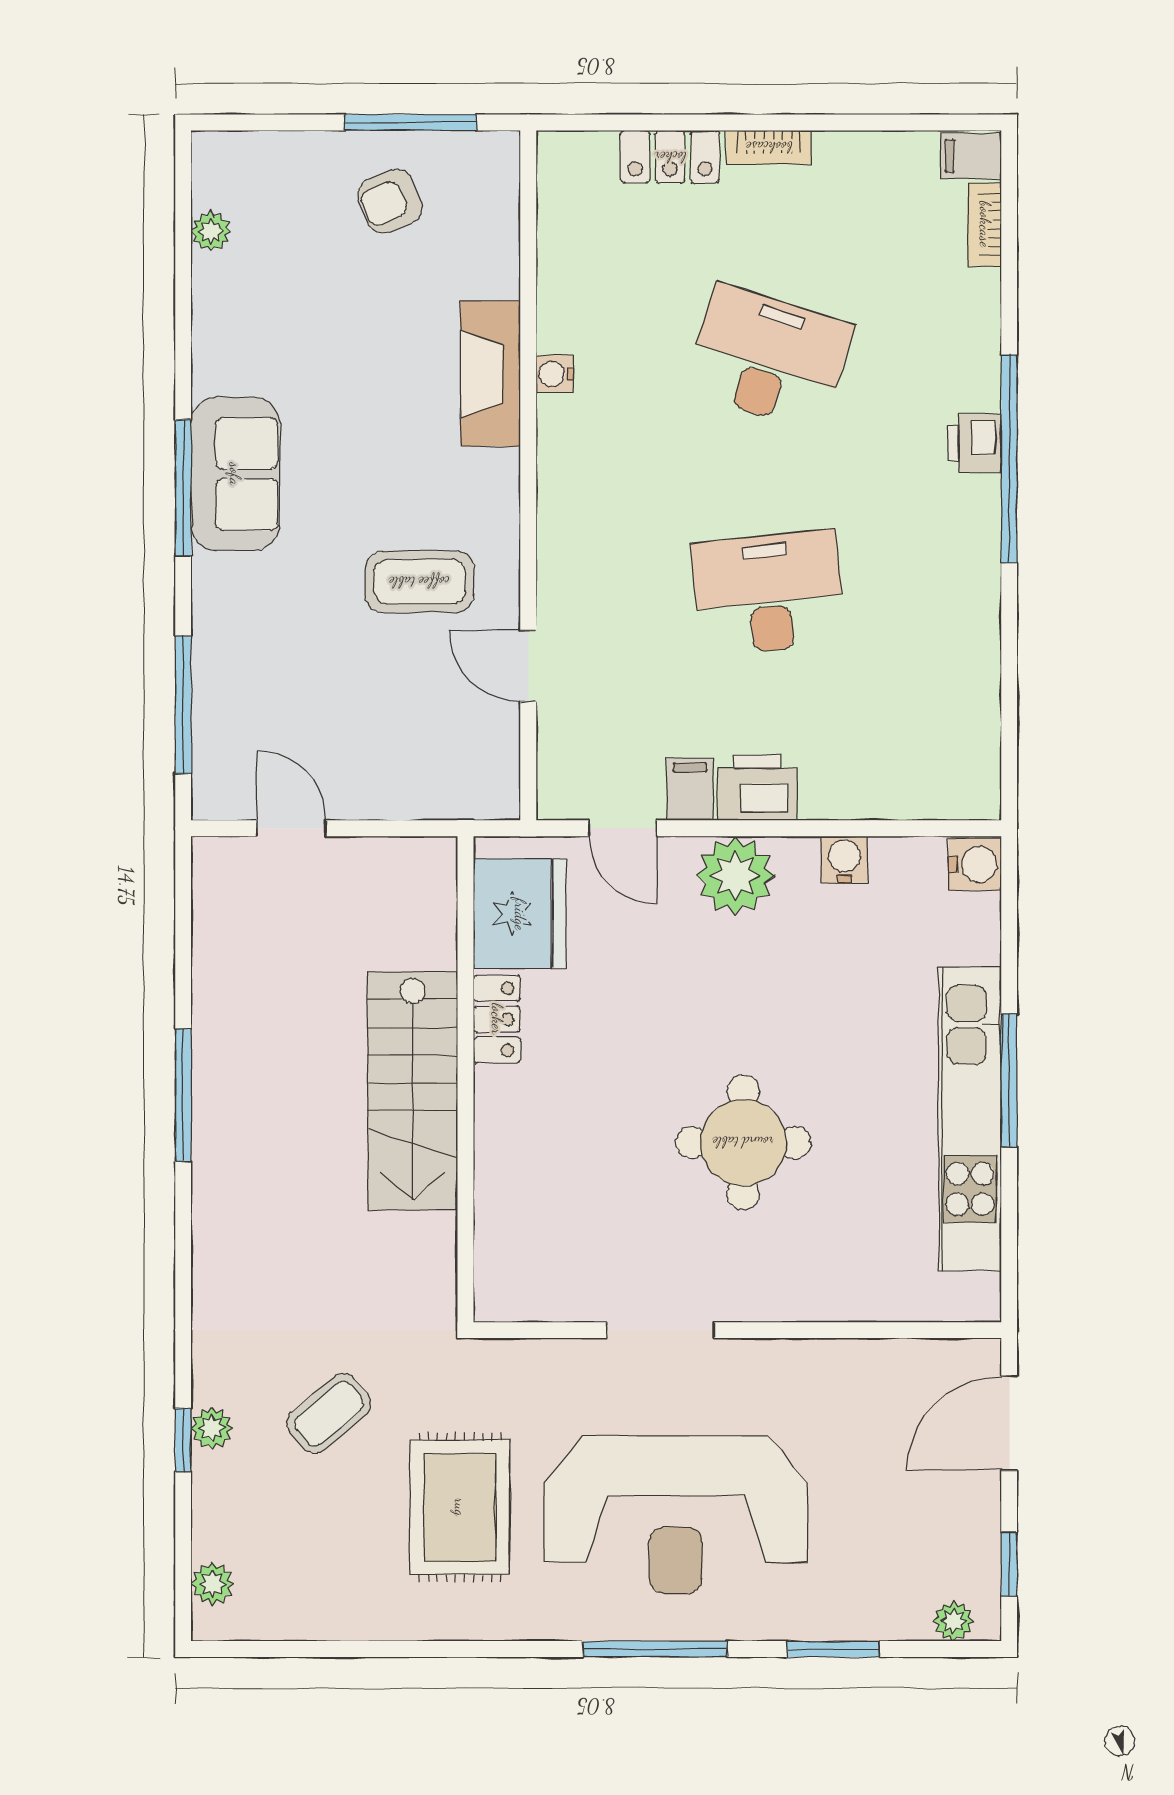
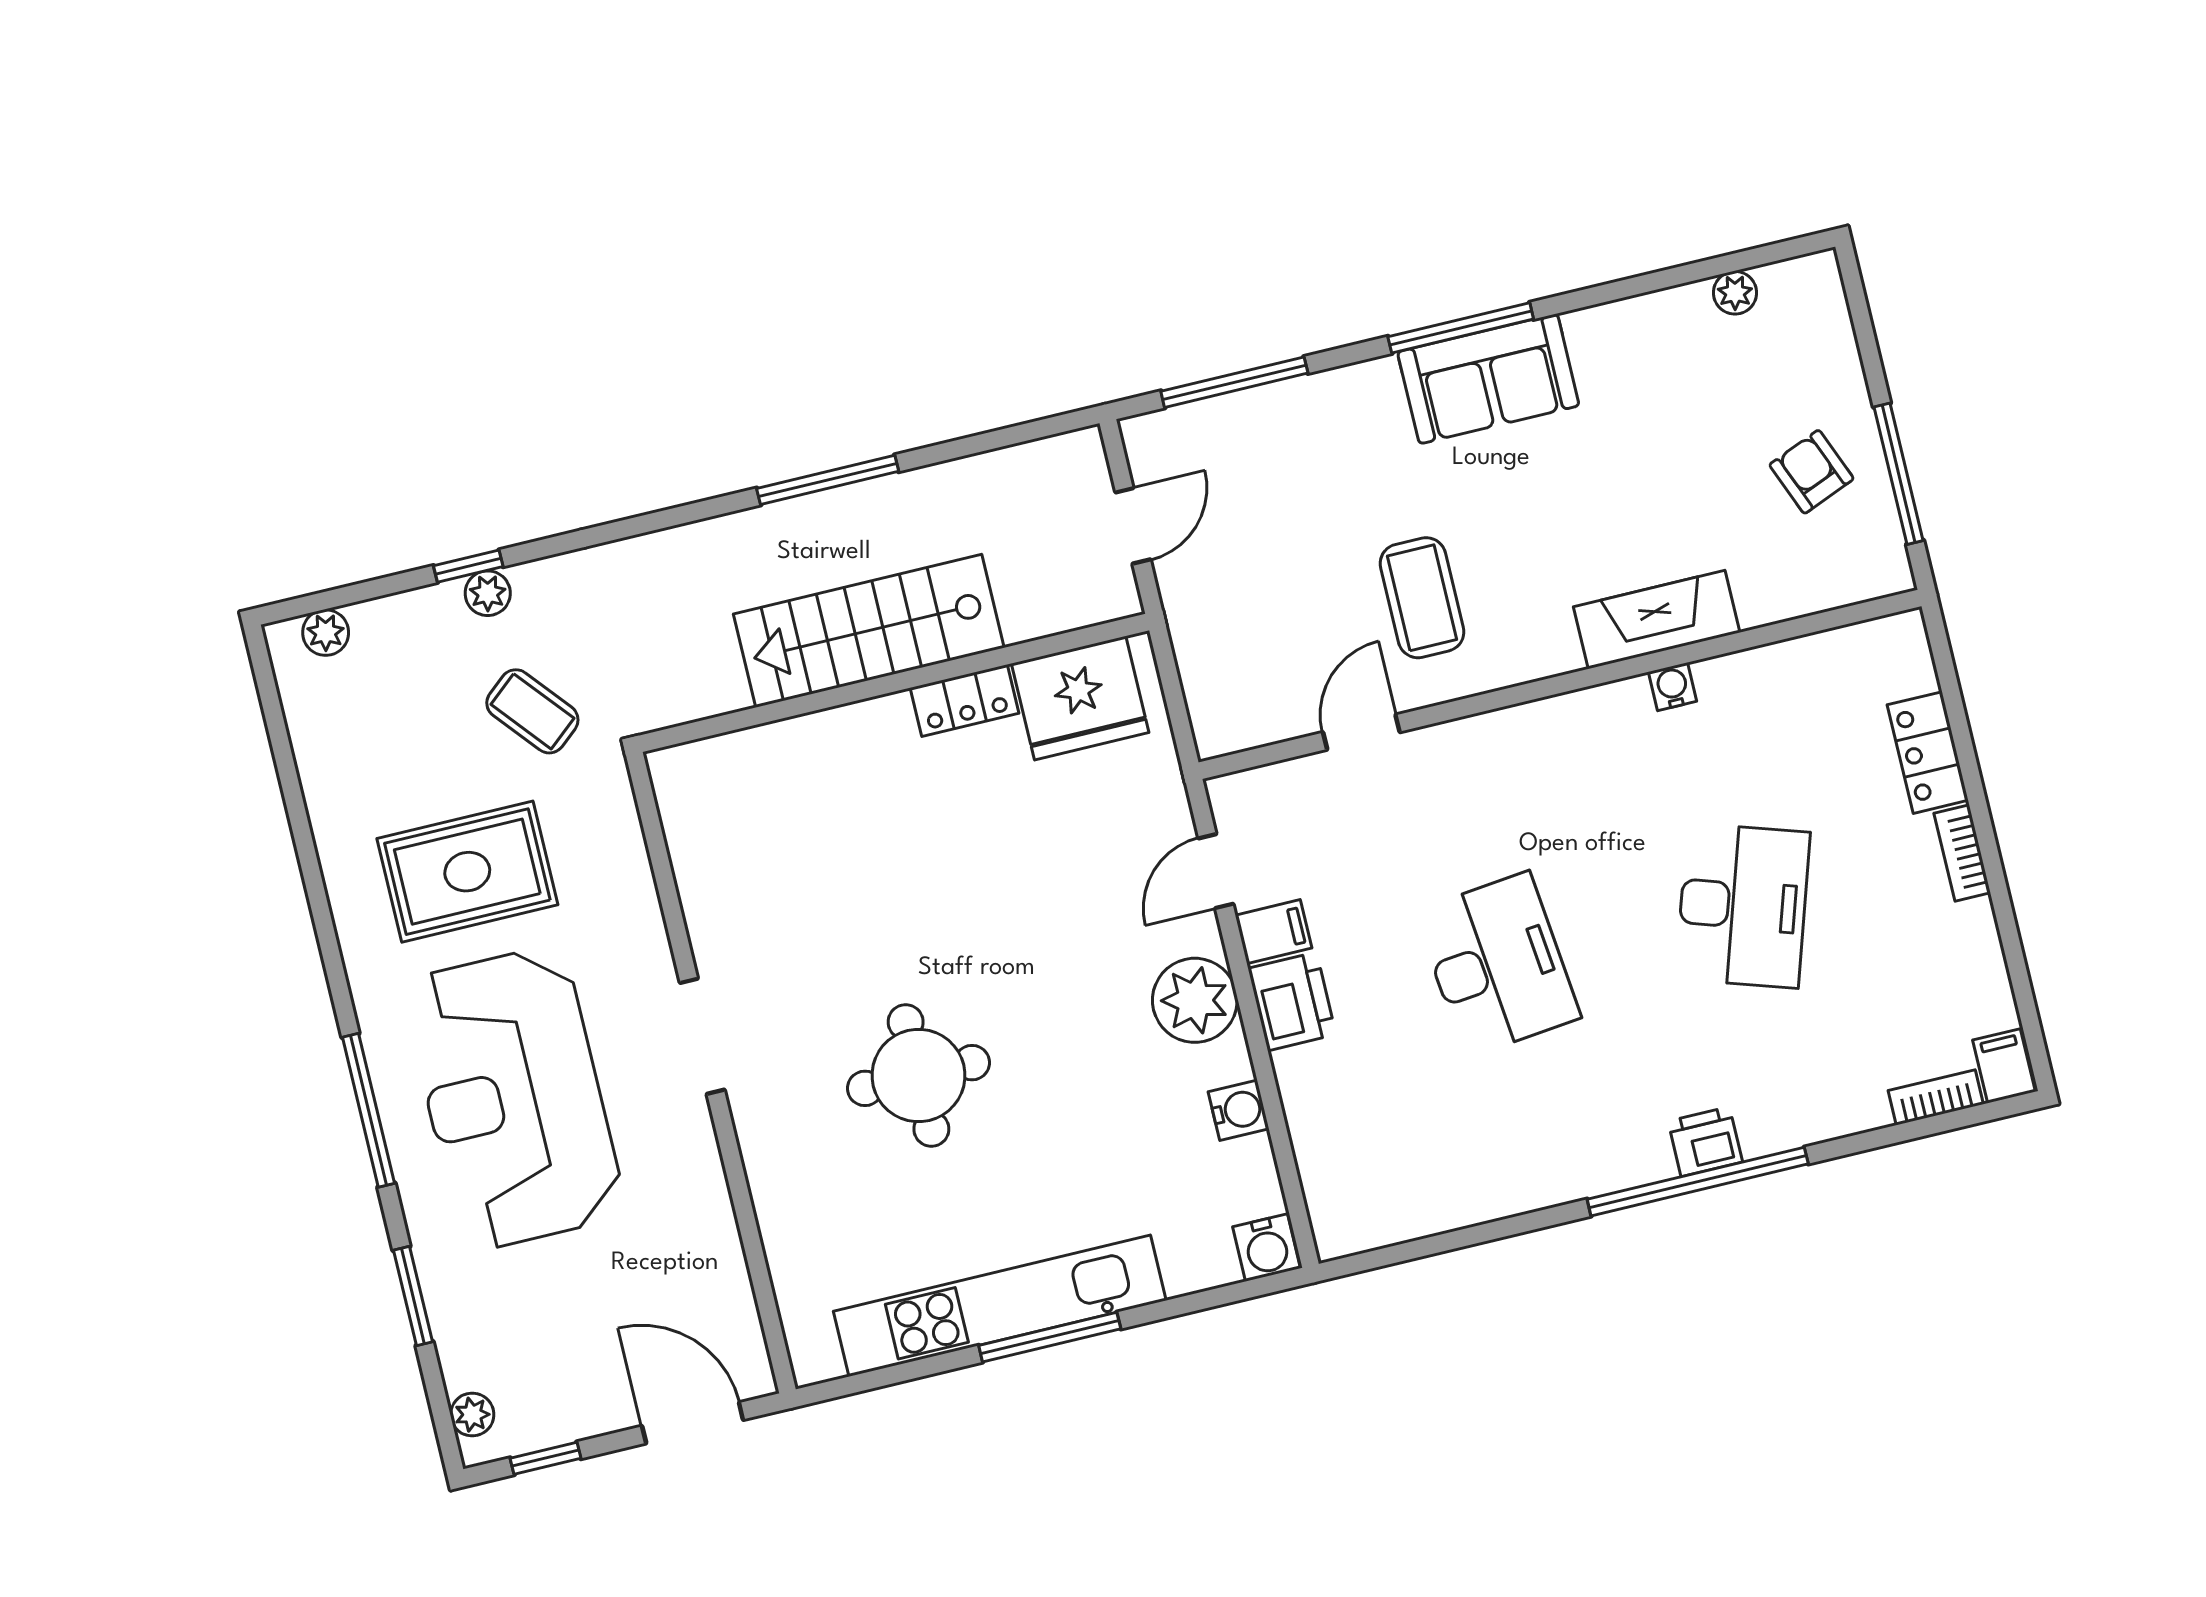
fridge: (520, 914) -> (1080, 698), moved
locker: (497, 1019) -> (964, 701), moved
wall: (465, 1079) -> (894, 683), moved
stairs: (413, 1091) -> (869, 631), moved

